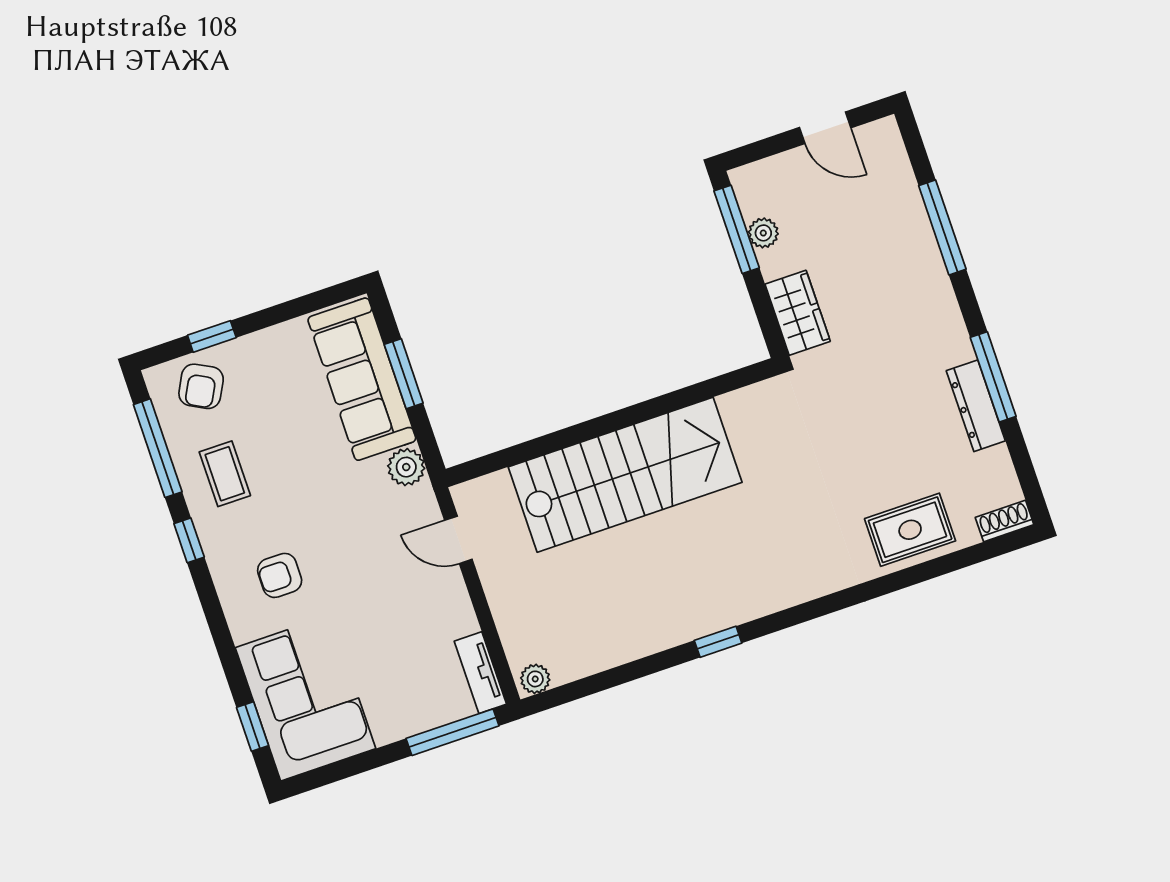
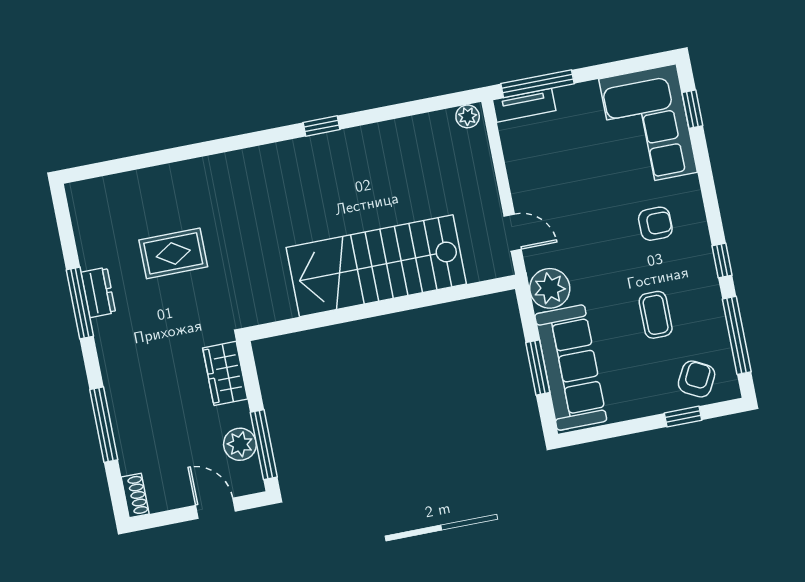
door: (825, 128) -> (215, 508), moved
plant: (763, 233) -> (240, 444), width x1.38, depth x1.38
dresser: (976, 406) -> (98, 292), width x0.70
plant: (406, 467) -> (550, 288), width x1.36, depth x1.36
coffee table: (225, 474) -> (656, 315), moved
shoe rack: (1005, 521) -> (135, 495), moved, turned -90
rug: (910, 530) -> (173, 253), moved
tv unit: (480, 673) -> (524, 105), moved, turned 90

